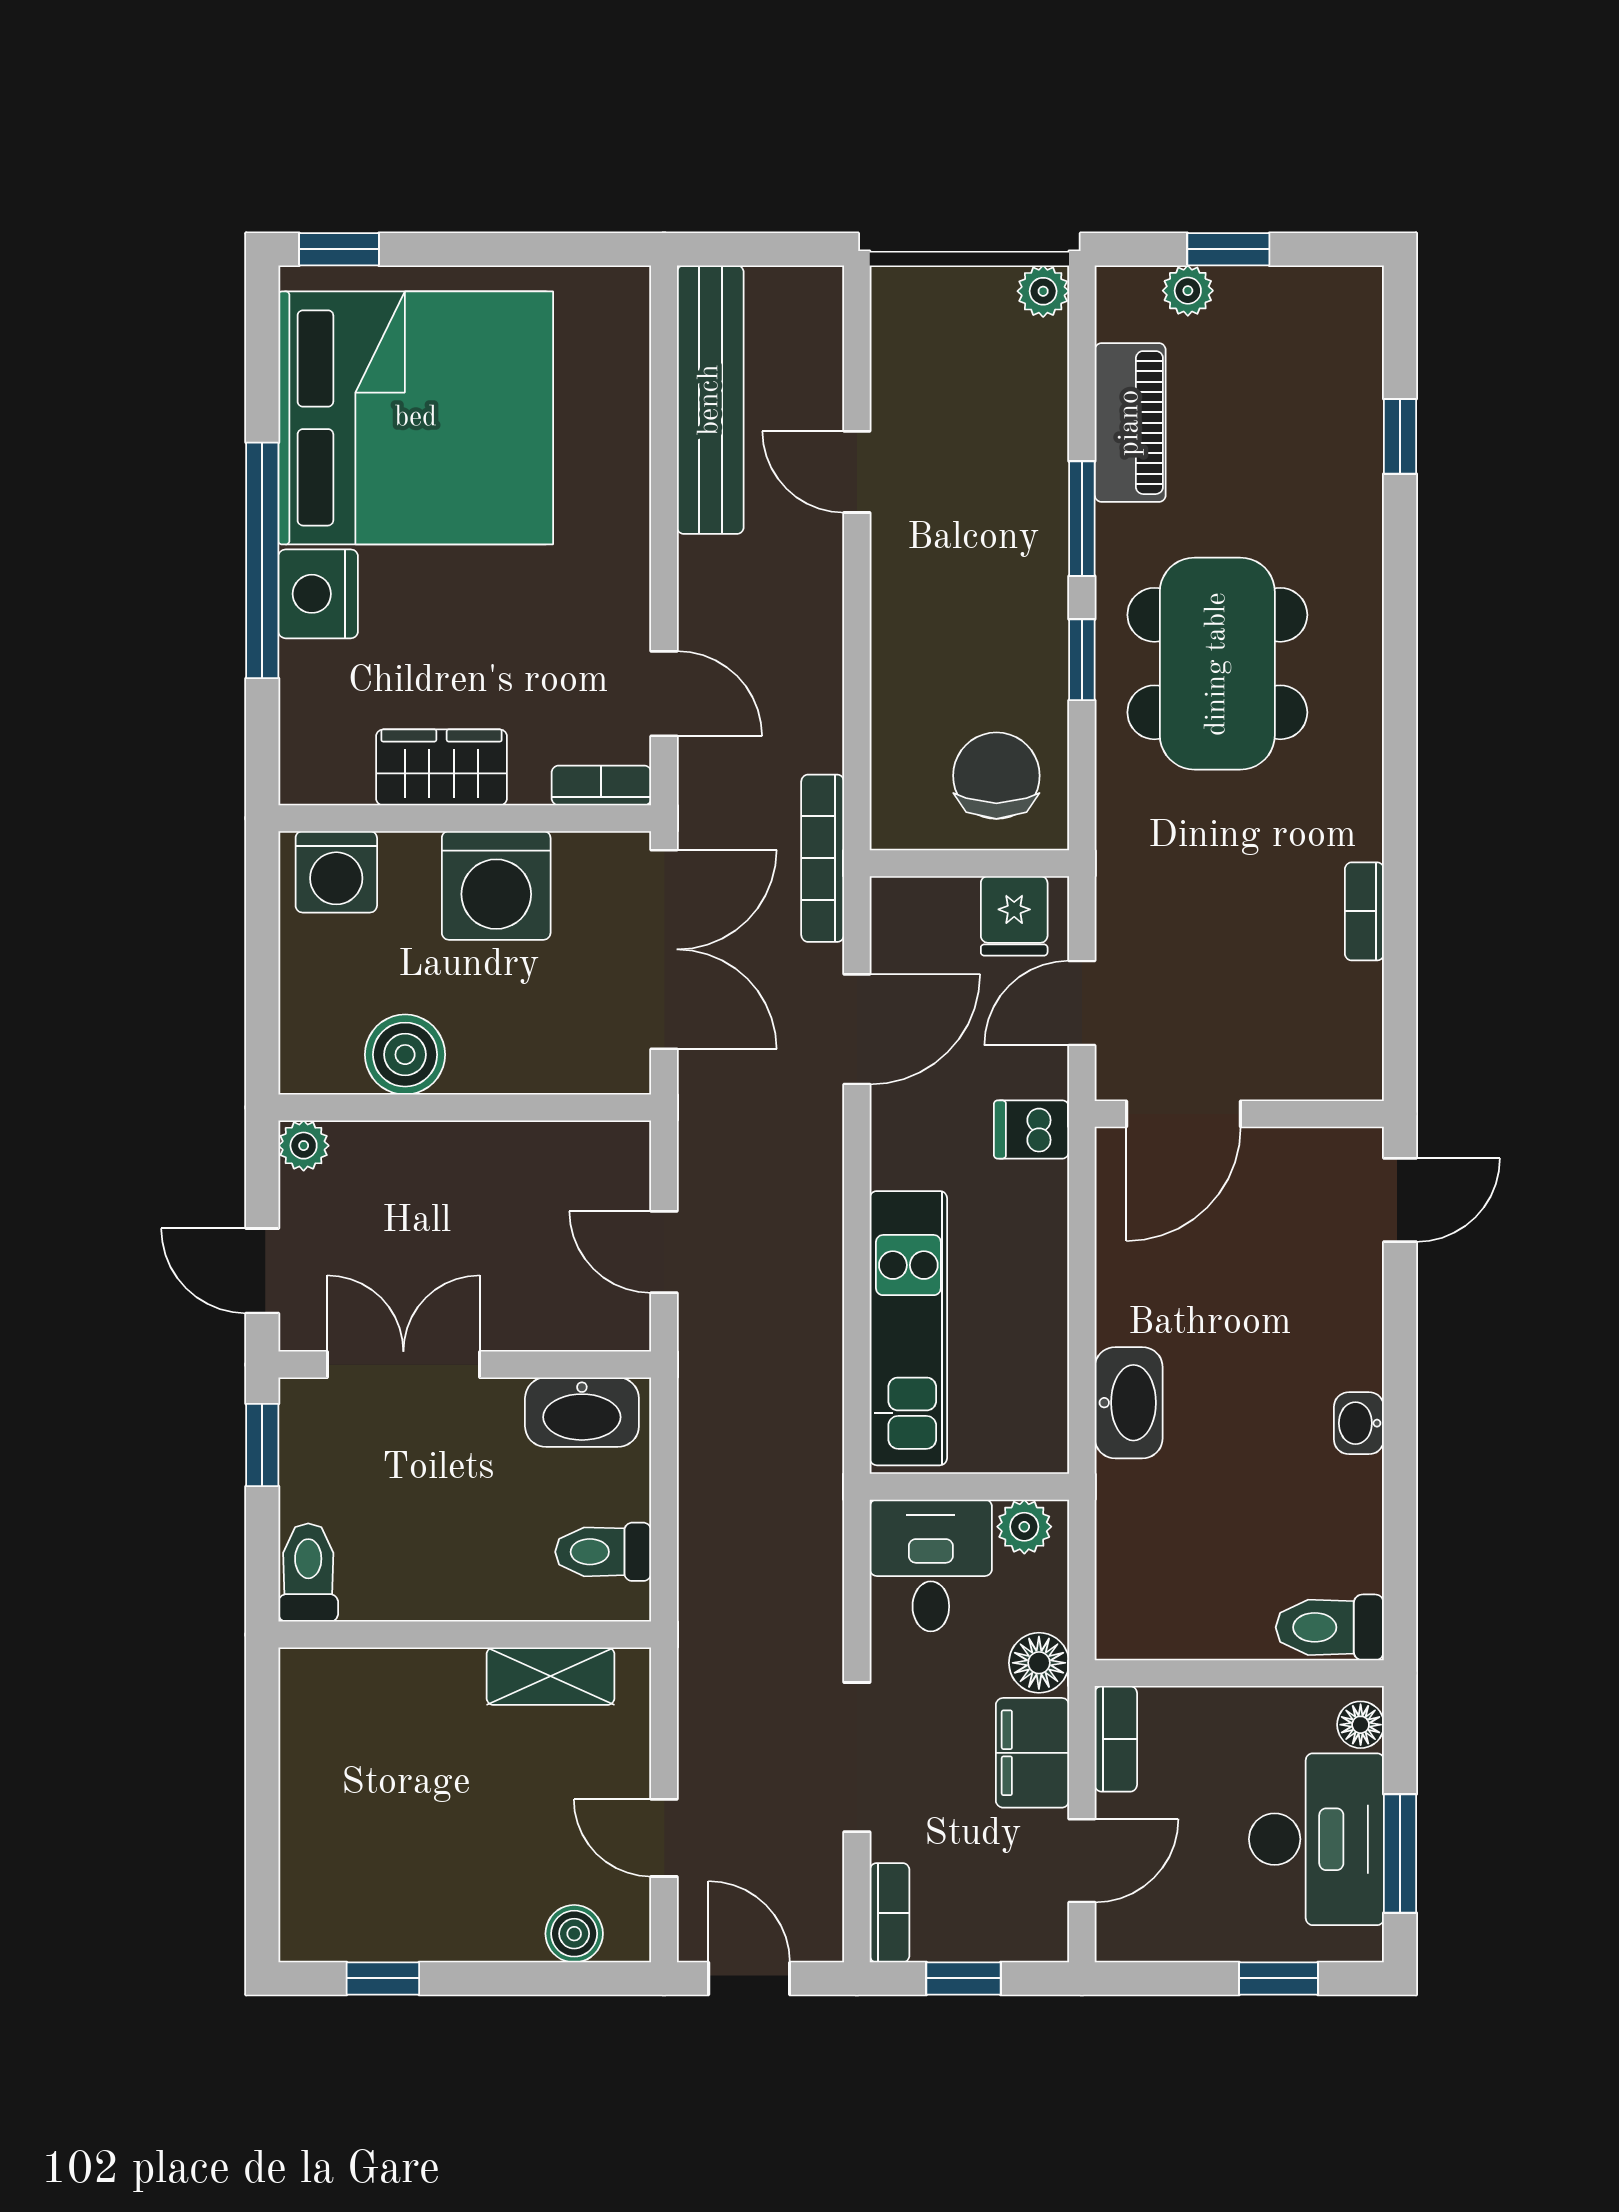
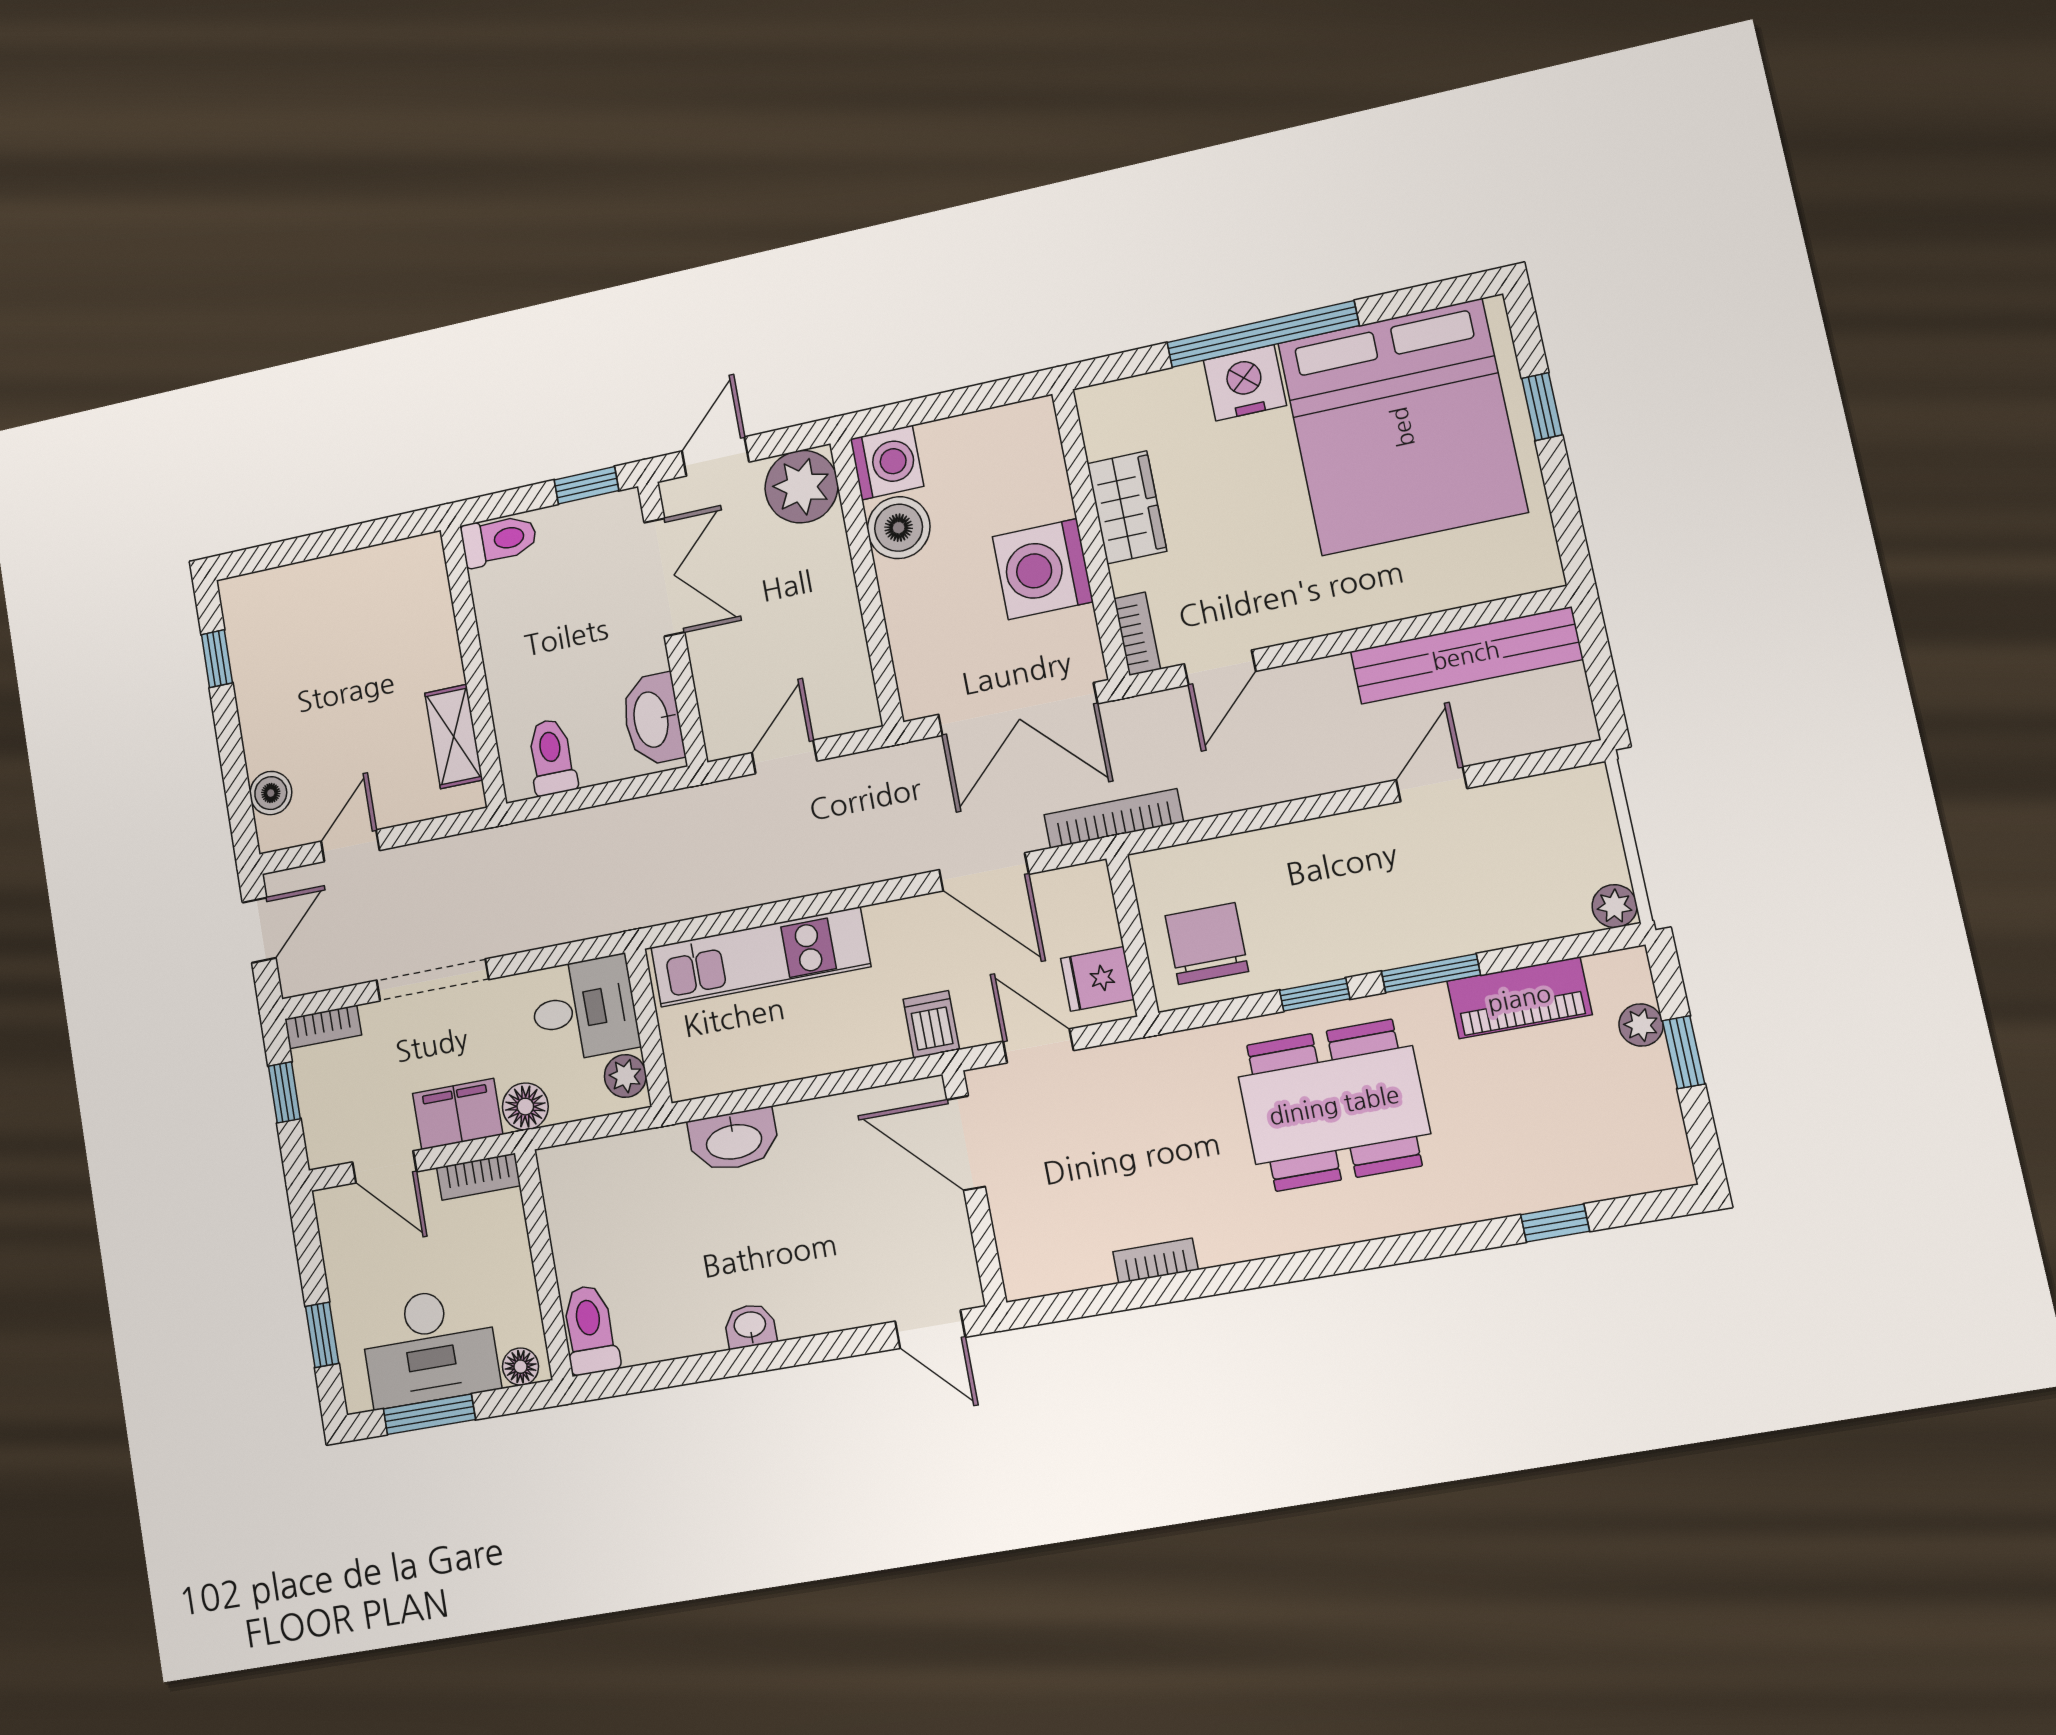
window: (339, 249) -> (1542, 407), moved
chair: (996, 776) -> (1207, 944), turned -90
washing machine: (336, 872) -> (887, 463), moved, turned 180
plant: (304, 1146) -> (801, 487), width x1.88, depth x1.88

